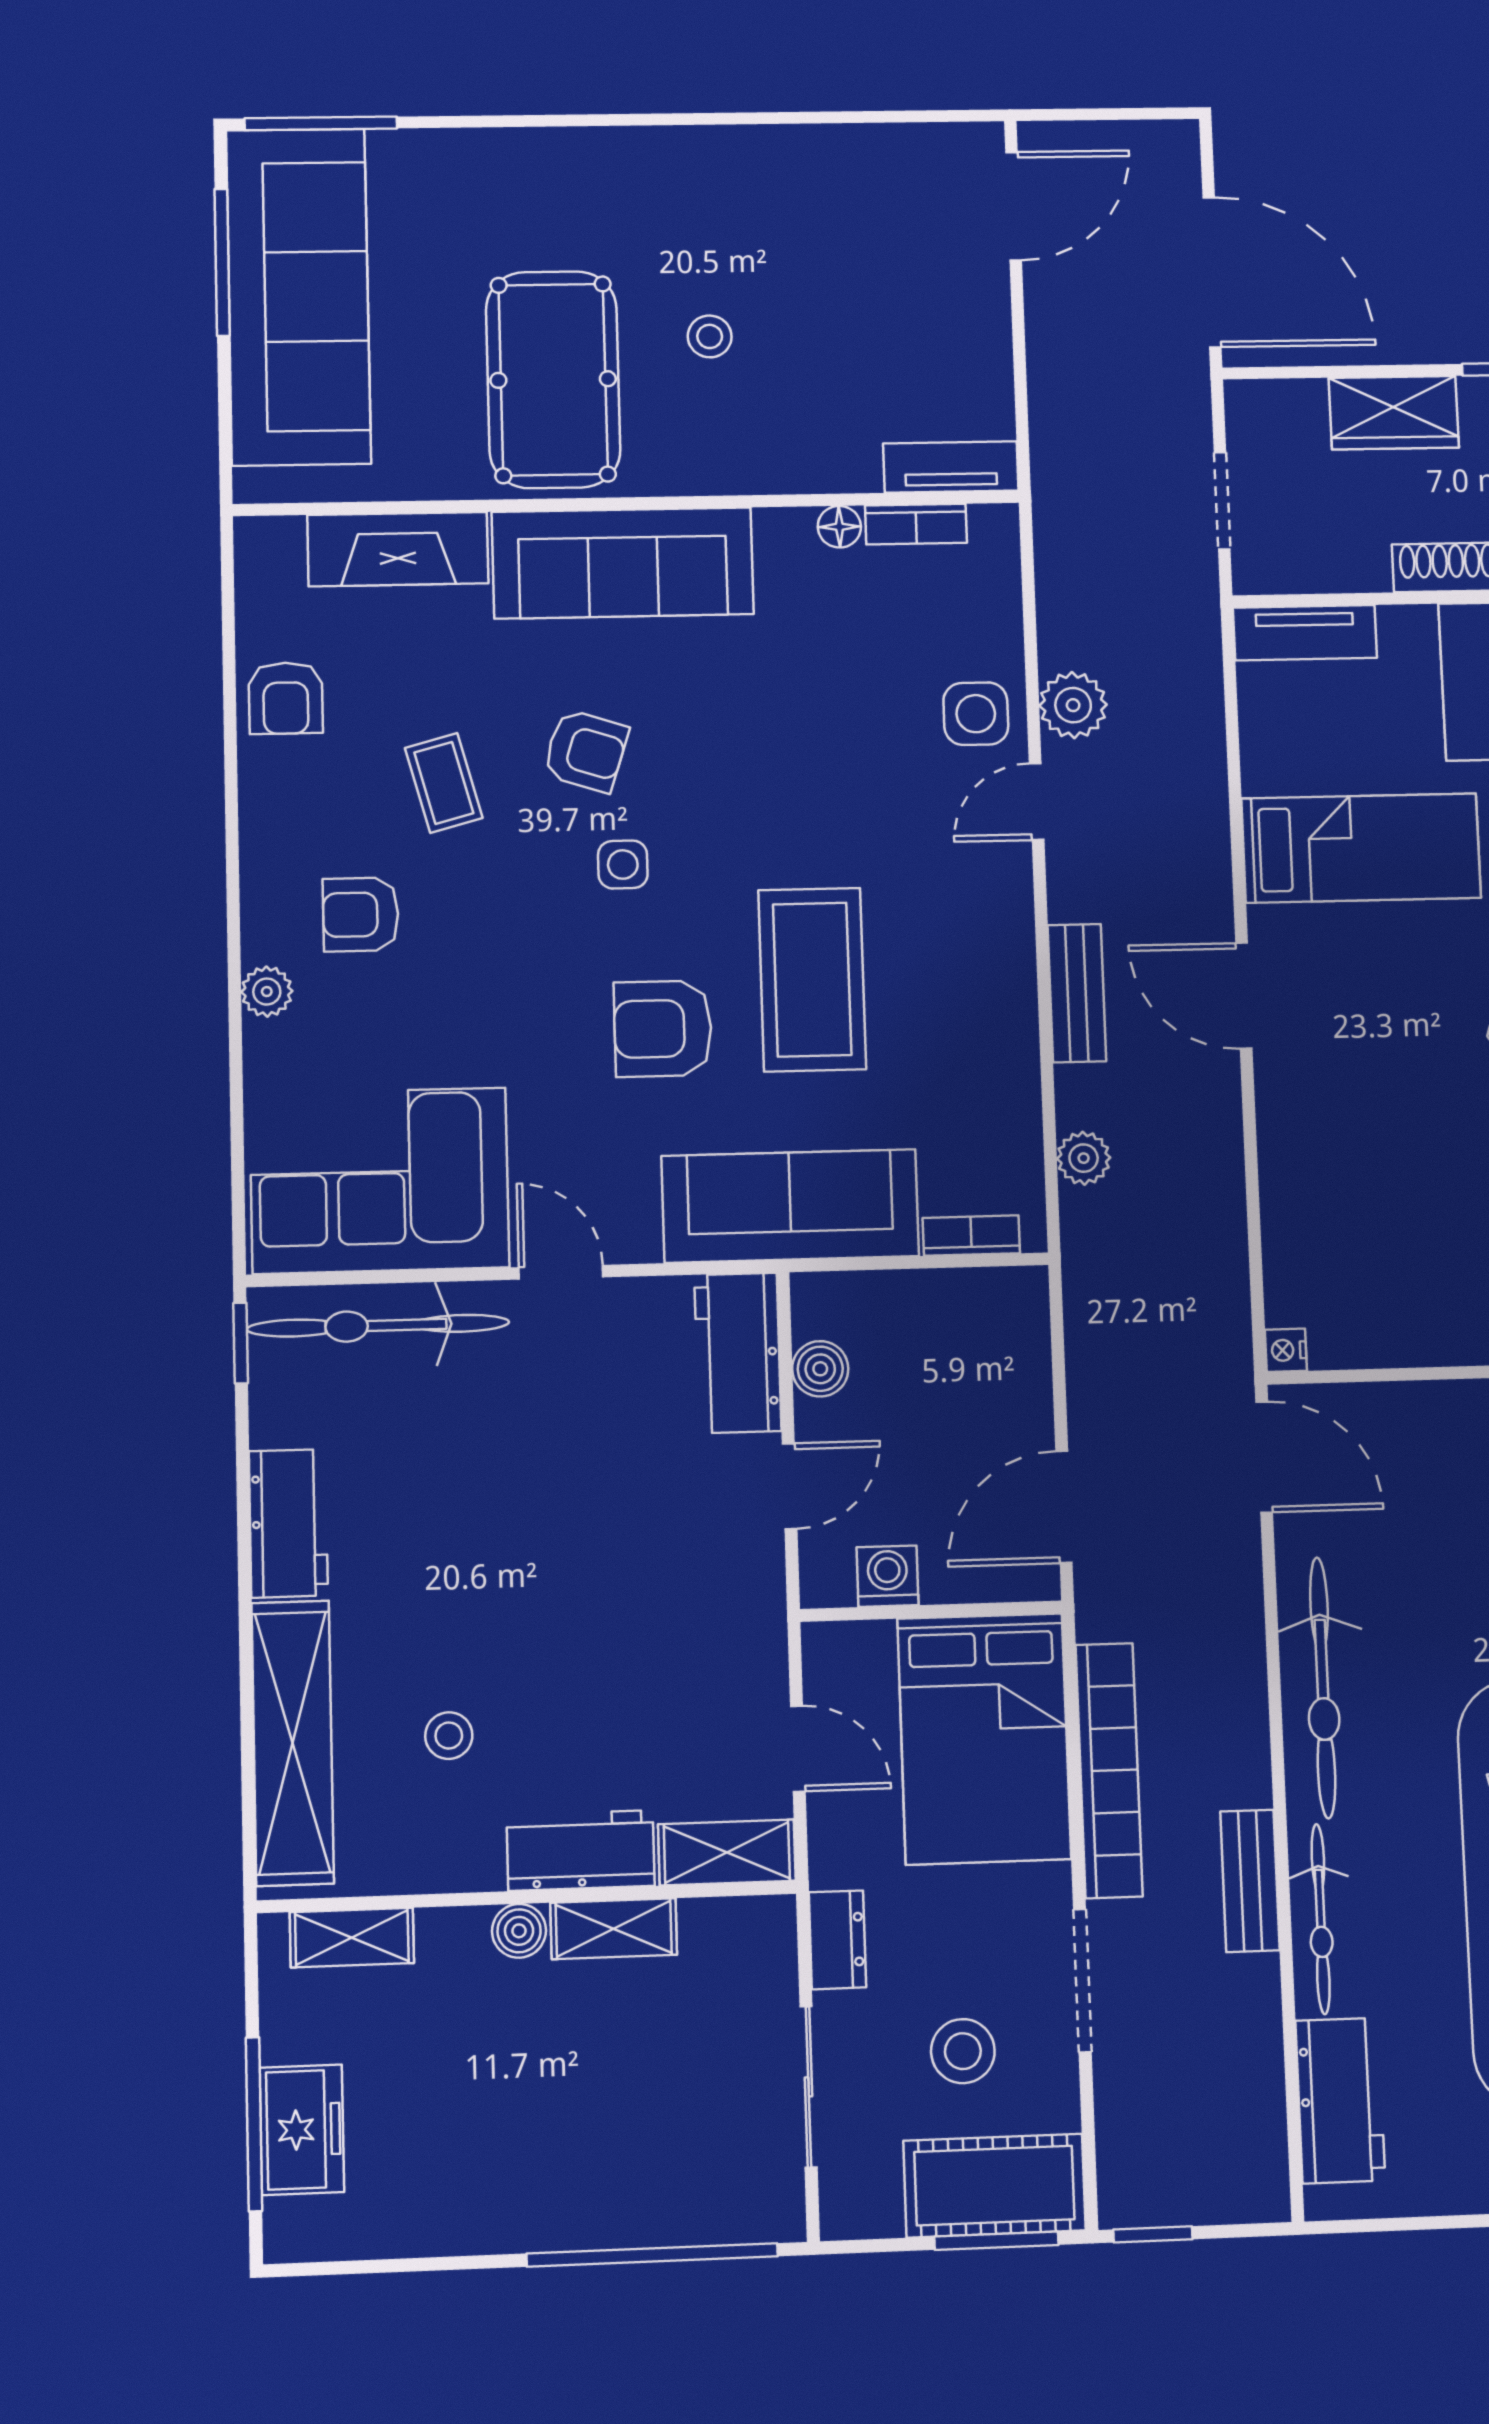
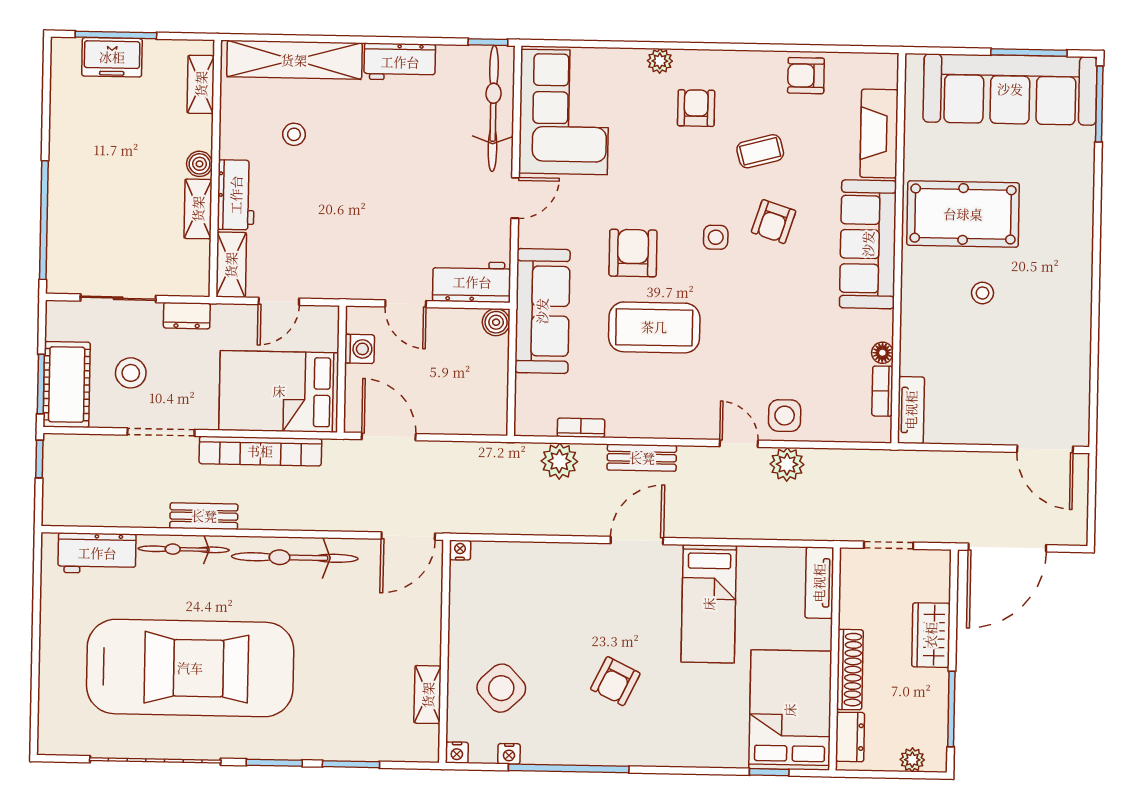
plant: (1084, 1158) -> (559, 461), width x1.38, depth x1.38
bookcase: (971, 1236) -> (581, 428), moved, turned -90
boiler: (820, 1369) -> (496, 322), moved

